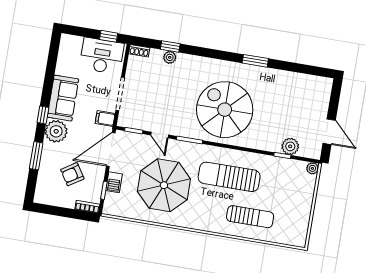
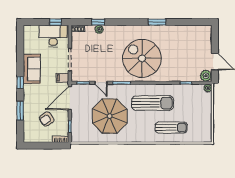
plant: (56, 131) -> (31, 92), removed
plant: (290, 146) -> (206, 76), moved
sun lounger: (229, 177) -> (153, 103), turned 180
barbecue: (114, 182) -> (76, 120), removed

